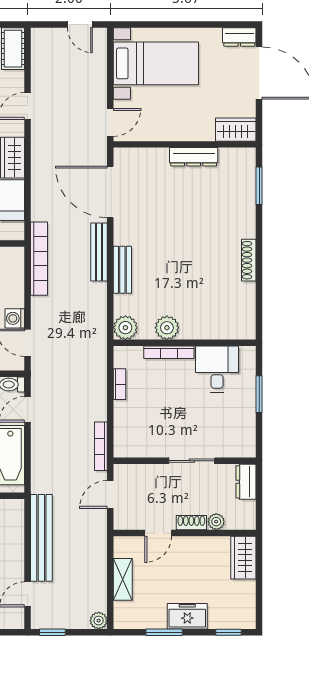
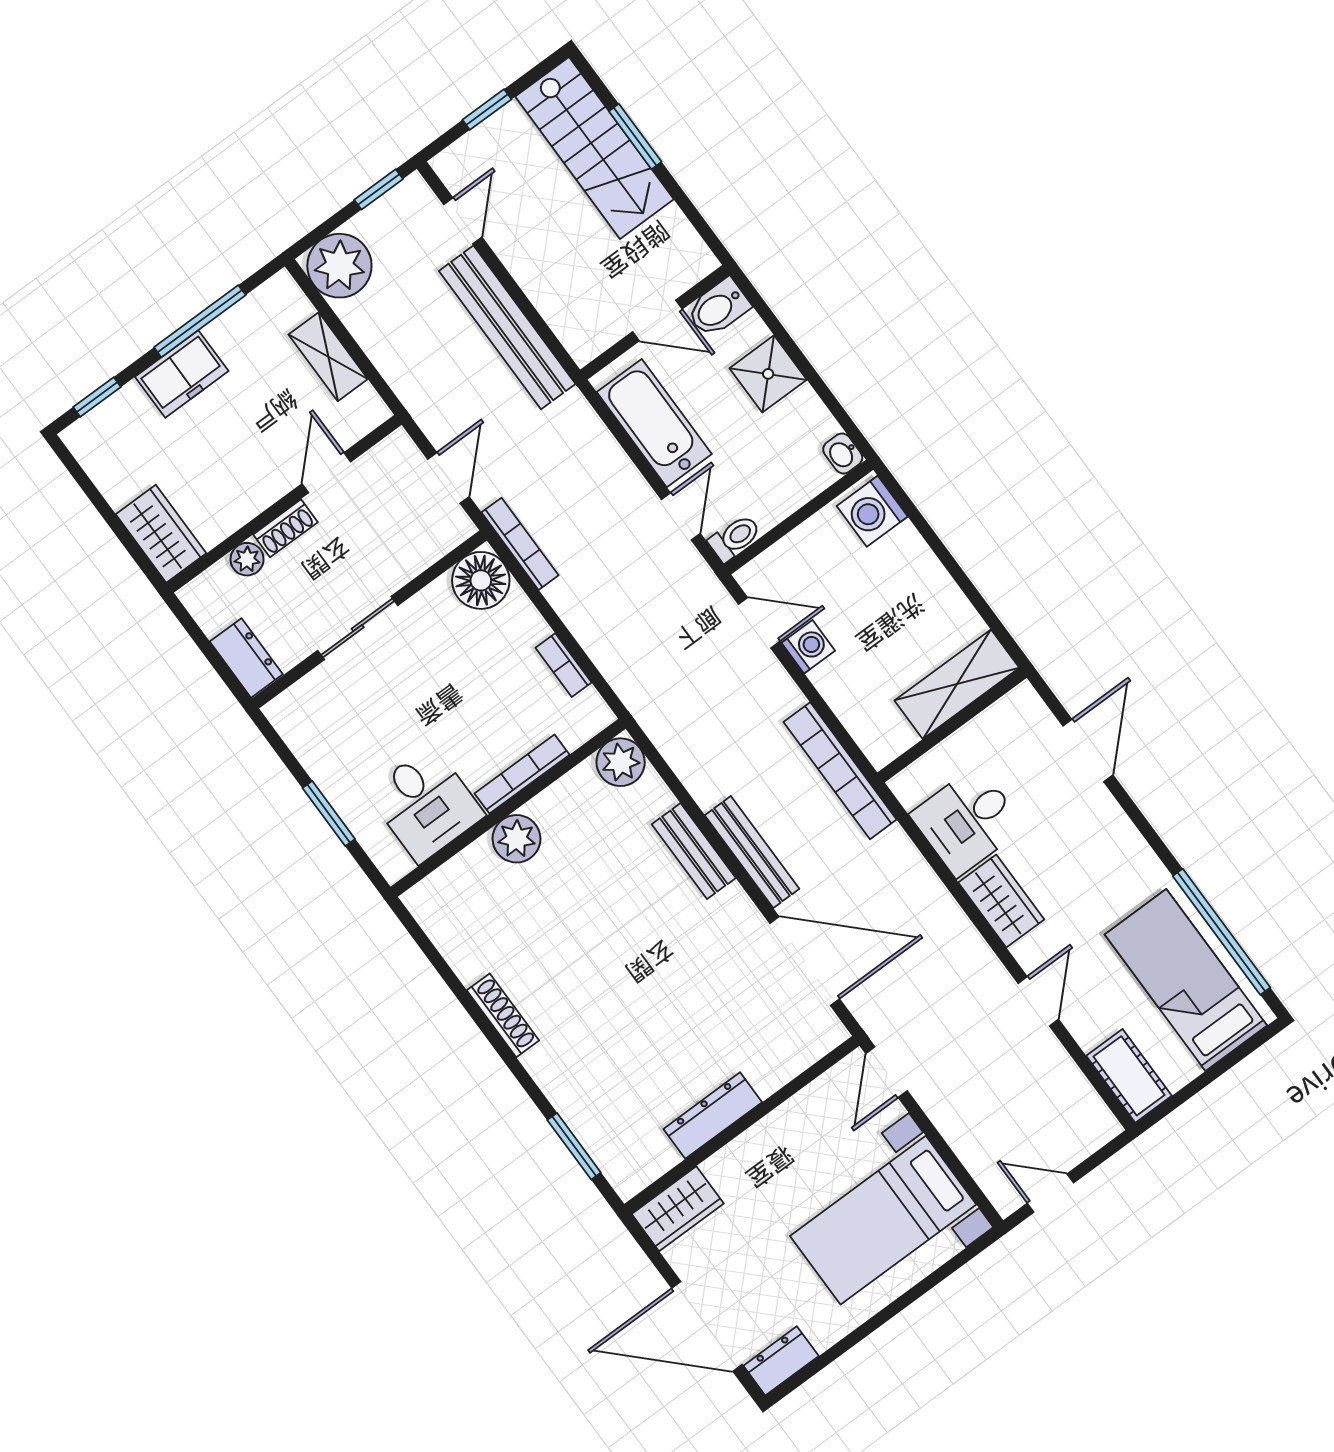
plant: (167, 328) -> (516, 839), moved
floor lamp: (128, 443) -> (481, 580), added
plant: (99, 621) -> (339, 266), width x1.88, depth x1.88
window: (164, 632) -> (200, 321), width x1.44

